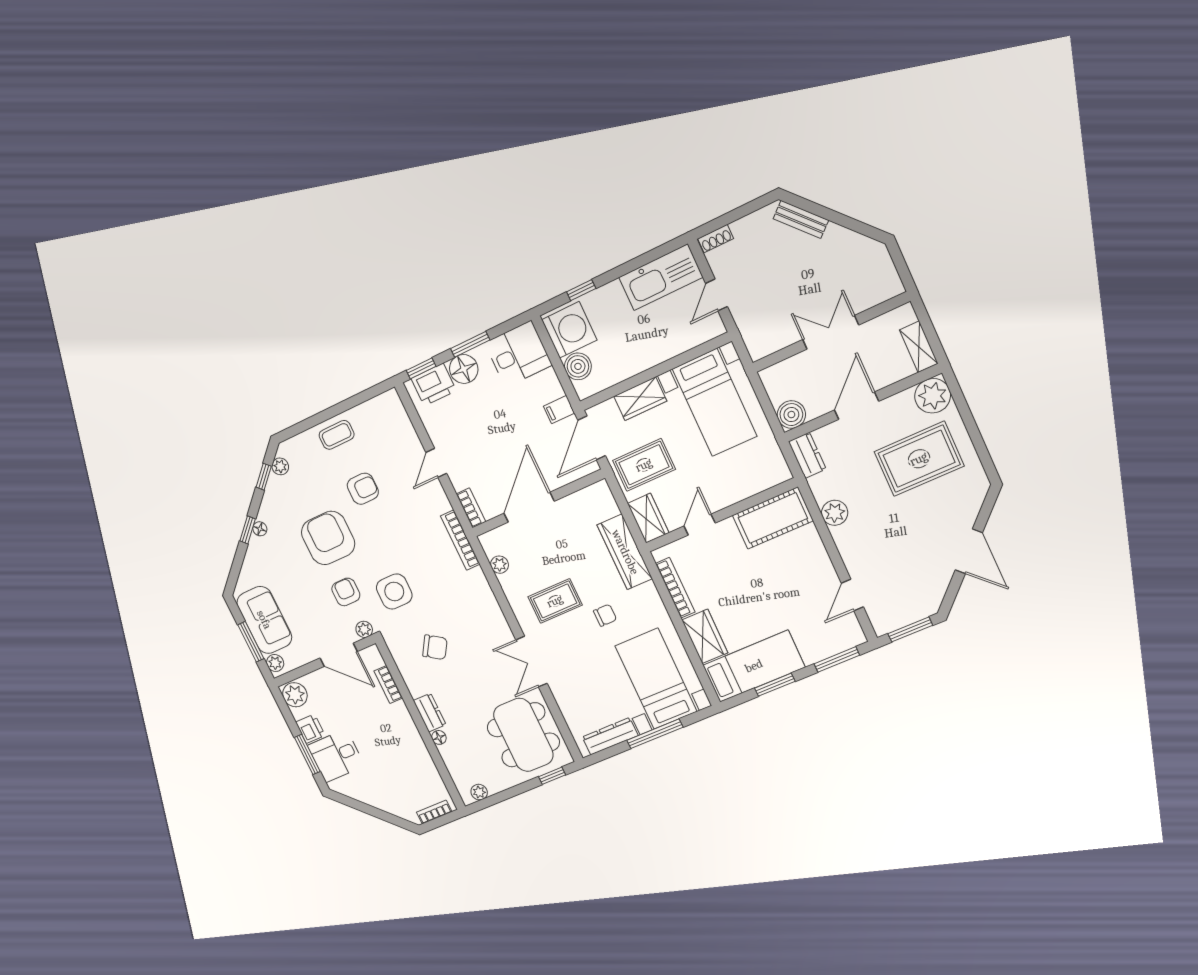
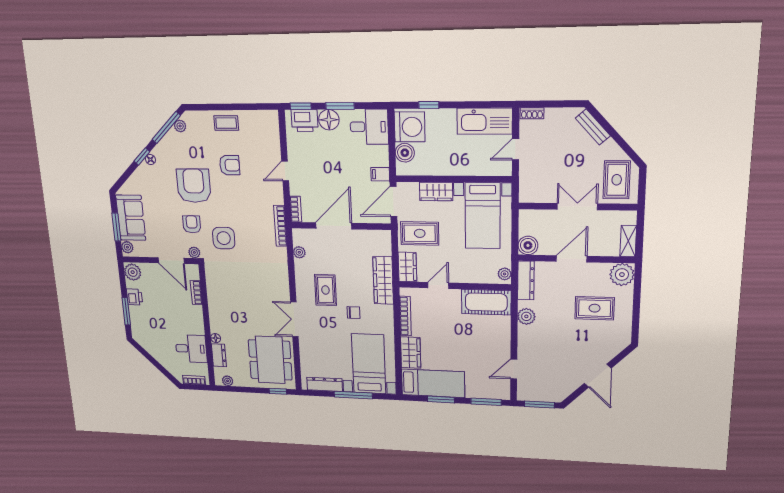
rug: (864, 273) -> (617, 180), added
dresser: (807, 455) -> (526, 280), width x1.44
rug: (919, 459) -> (595, 308), width x0.73, depth x0.70
plant: (779, 468) -> (505, 274), added
window: (264, 477) -> (166, 128), width x2.17
rug: (555, 601) -> (325, 290), turned 90
chair: (435, 647) -> (236, 284), removed
dresser: (430, 713) -> (219, 355), moved
desk: (336, 756) -> (191, 349), moved, turned 180

